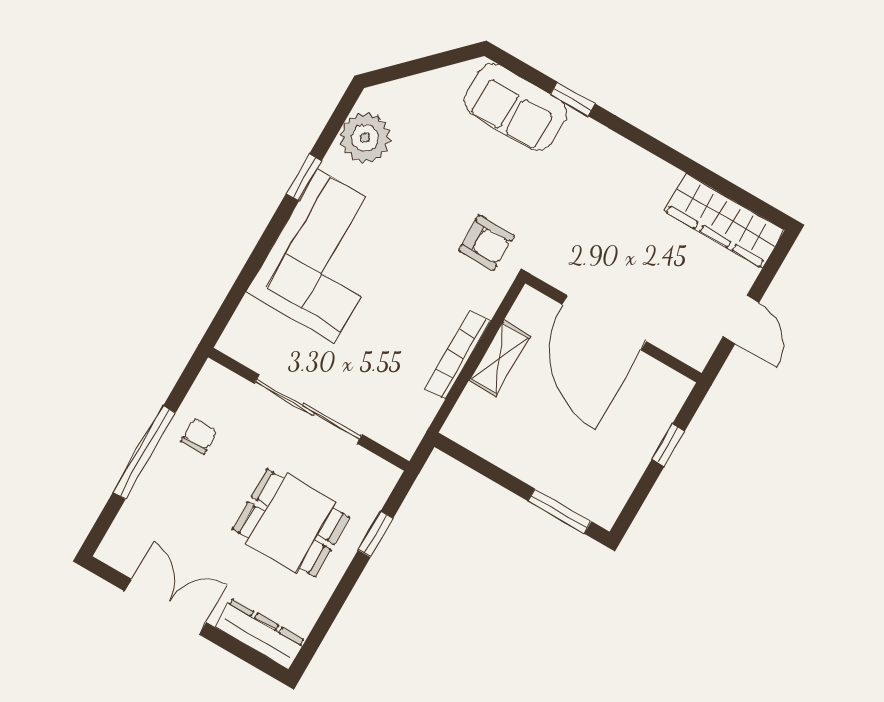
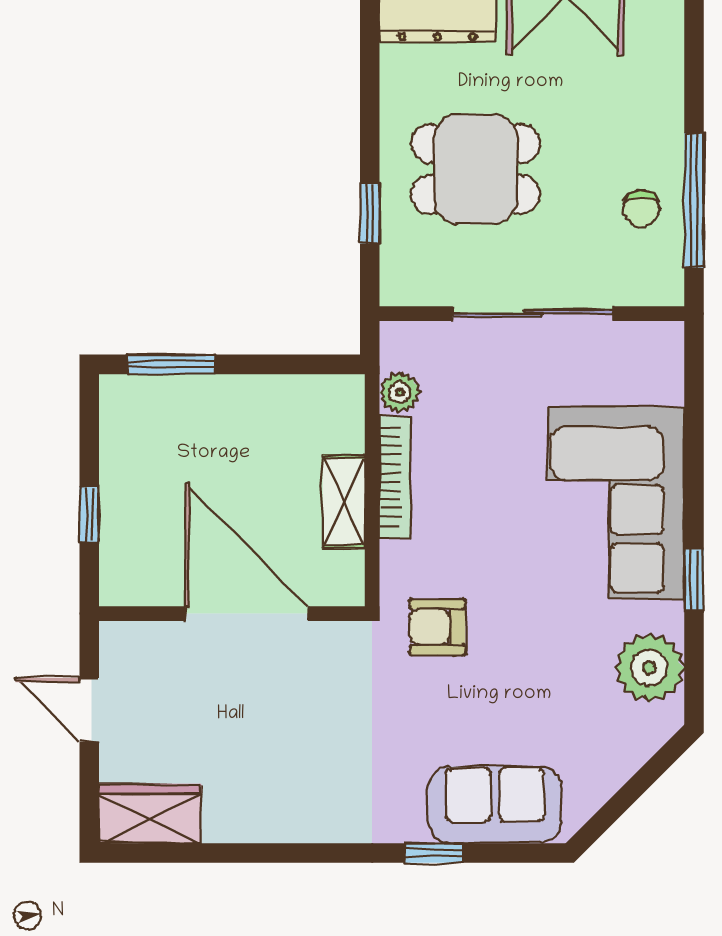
wardrobe: (724, 220) -> (150, 814), width x0.67
plant: (423, 408) -> (400, 393), added
window: (144, 452) -> (694, 201), moved

